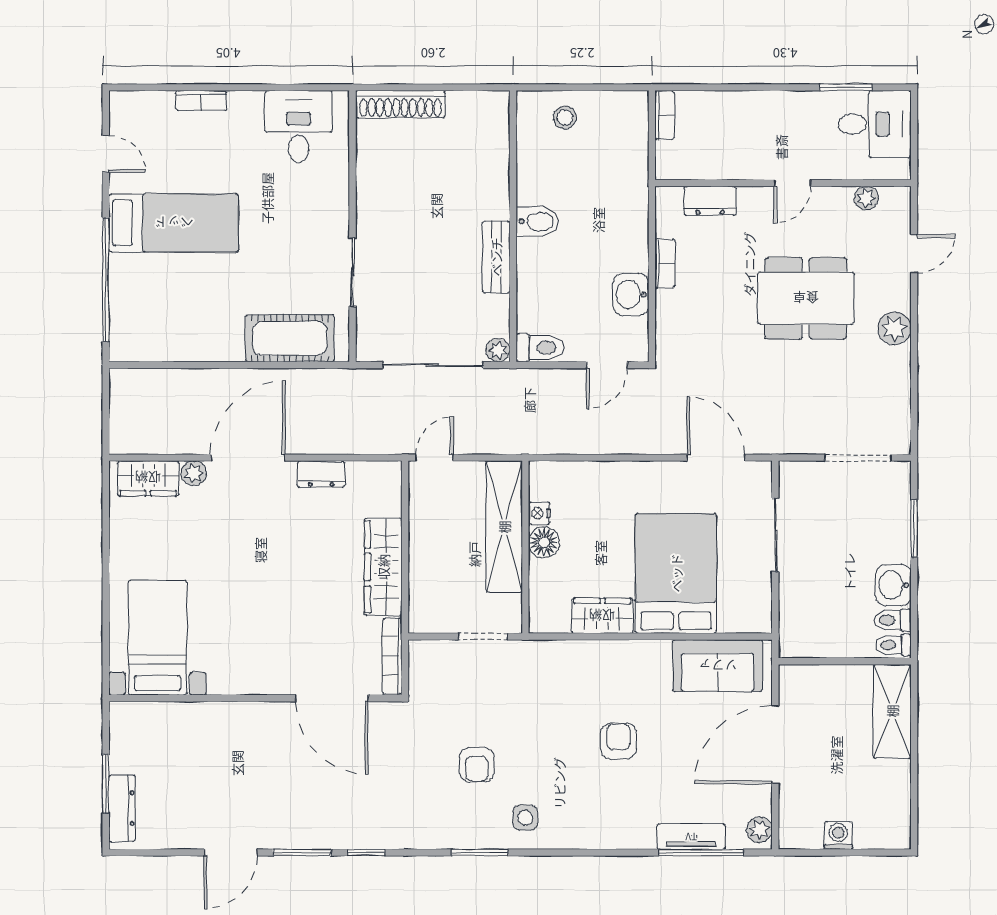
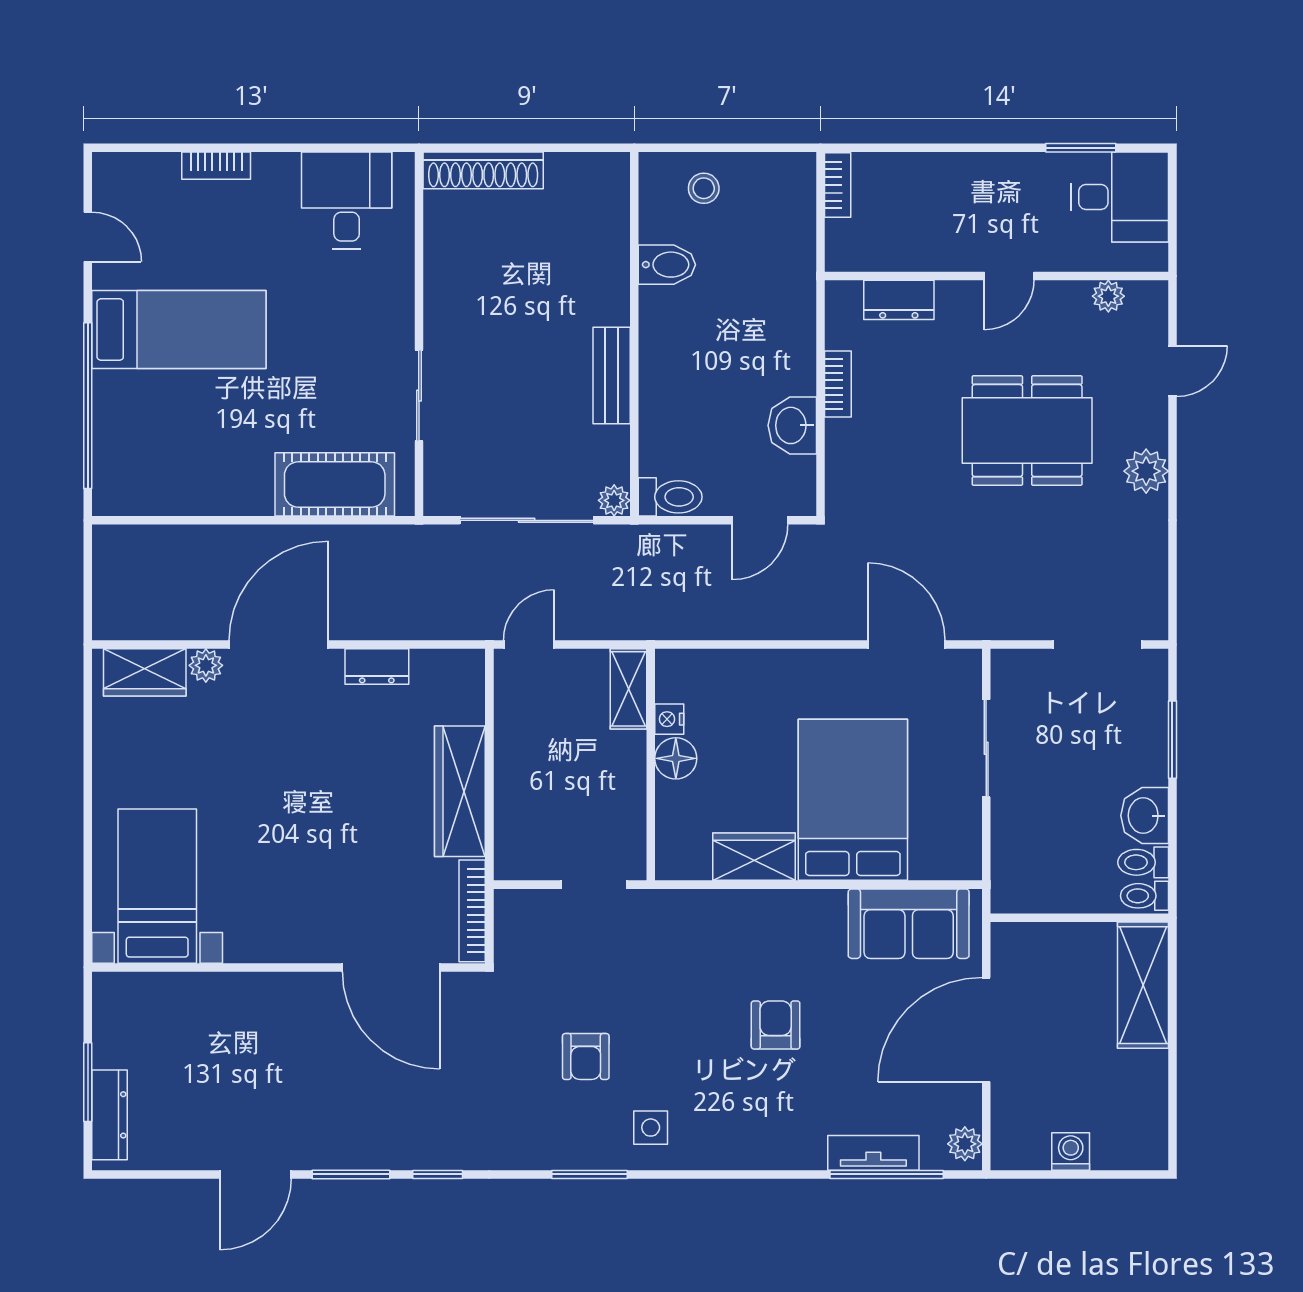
bidet: (537, 221) -> (667, 265), moved
shelving: (504, 527) -> (629, 689), width x0.45, depth x0.75

